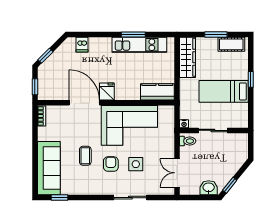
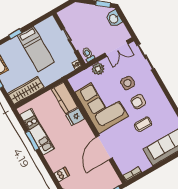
fridge: (107, 92) -> (75, 117), moved
plant: (167, 143) -> (98, 69), added
sliding door: (130, 198) -> (146, 57), moved

